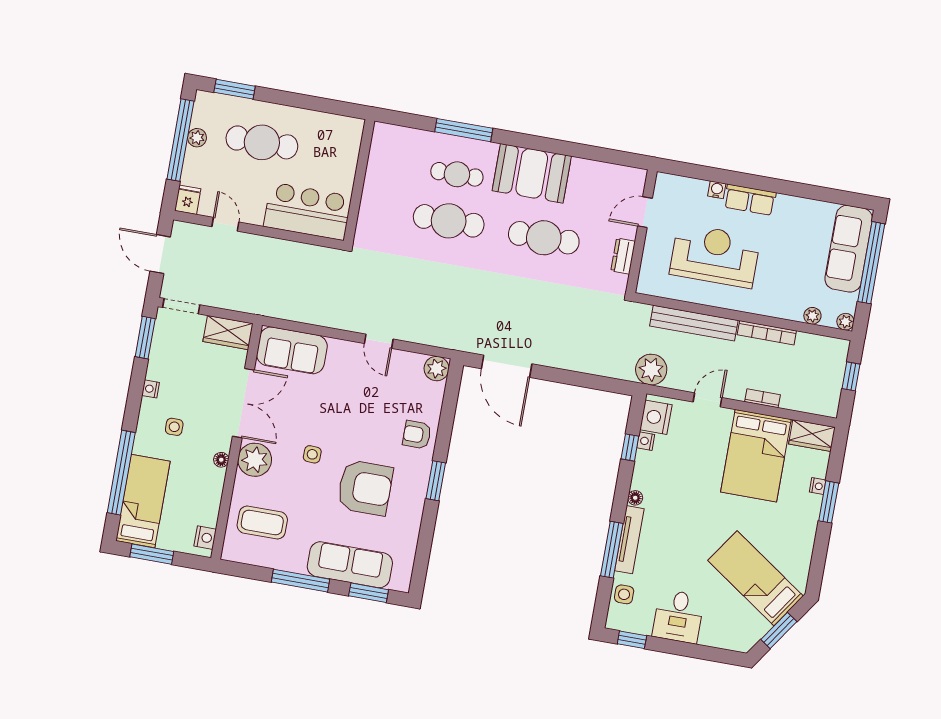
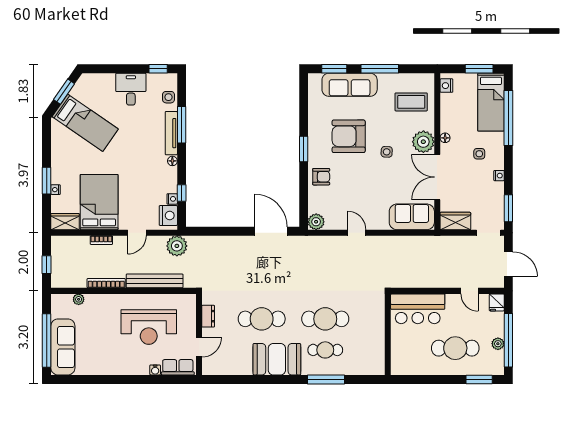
row of seats: (750, 200) -> (178, 367), moved
plant: (845, 322) -> (57, 299), removed

